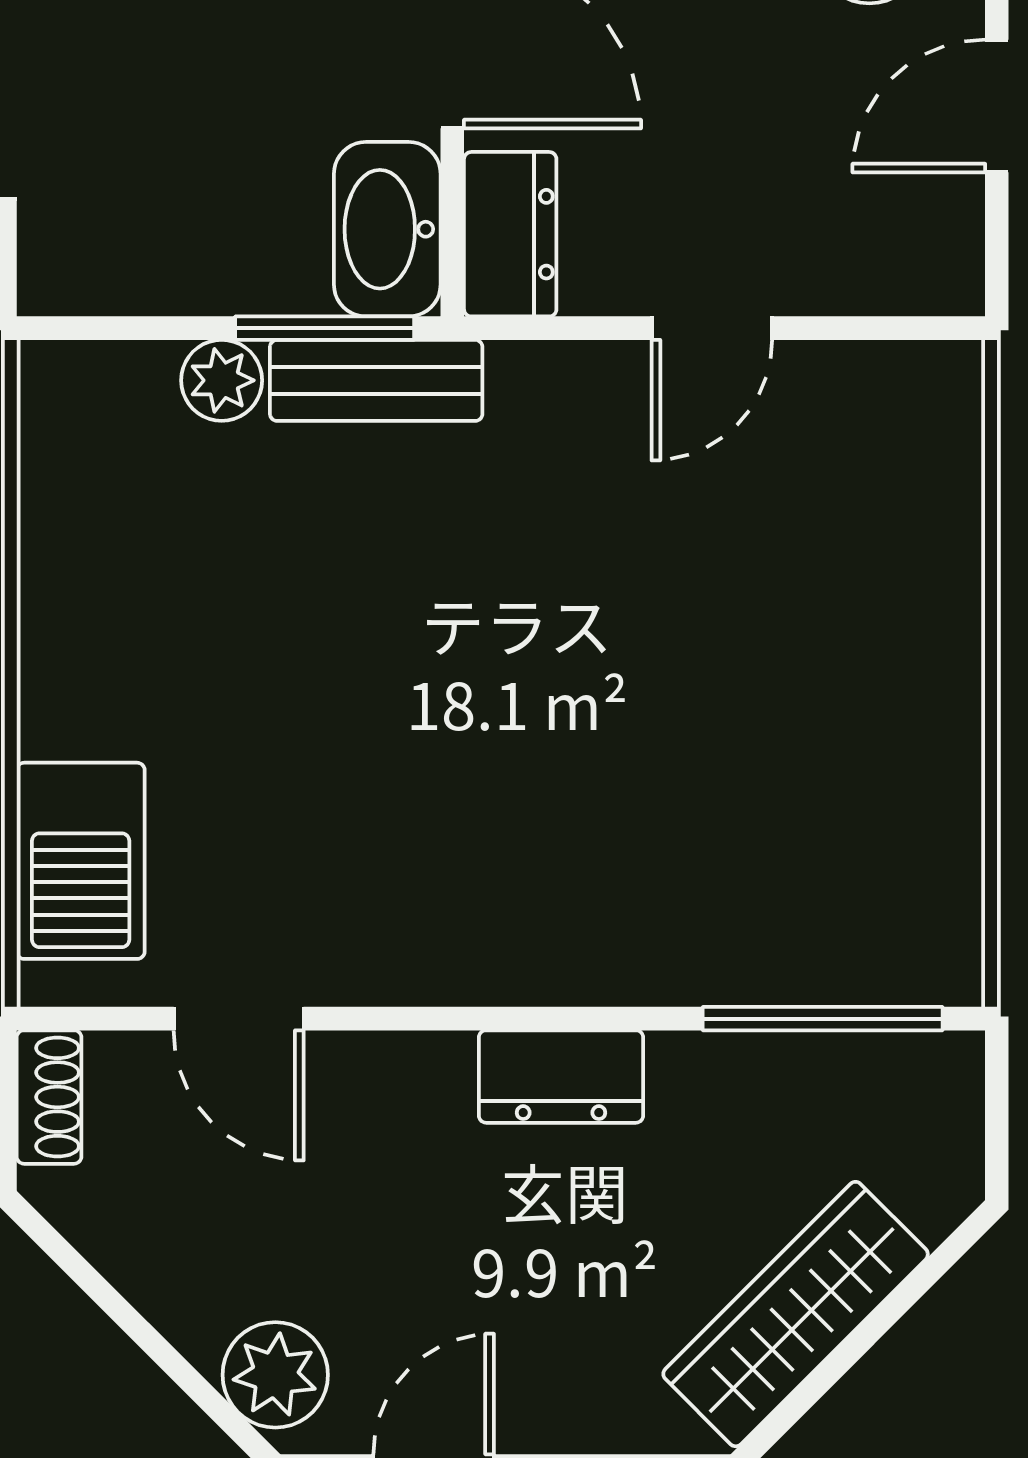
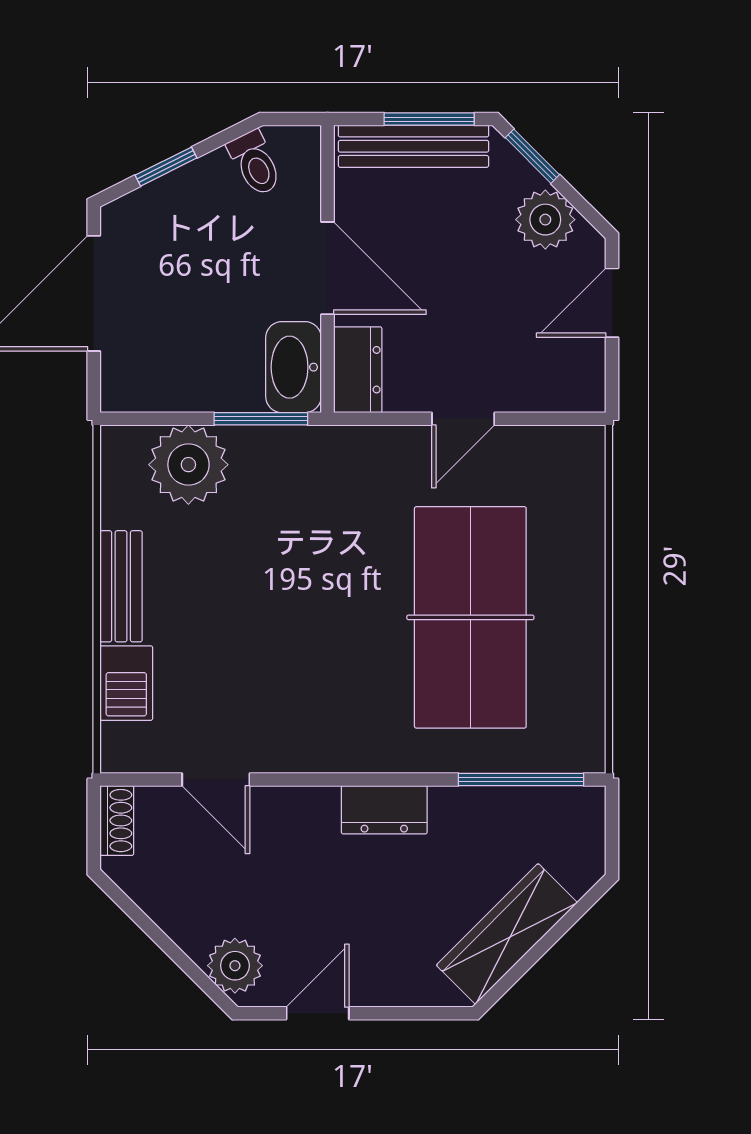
plant: (222, 380) -> (188, 465), width x1.87, depth x1.87
bench: (376, 380) -> (121, 586), moved, turned 90
table tennis table: (726, 708) -> (470, 617), added
barbecue: (81, 861) -> (126, 683), width x0.73, depth x0.79

